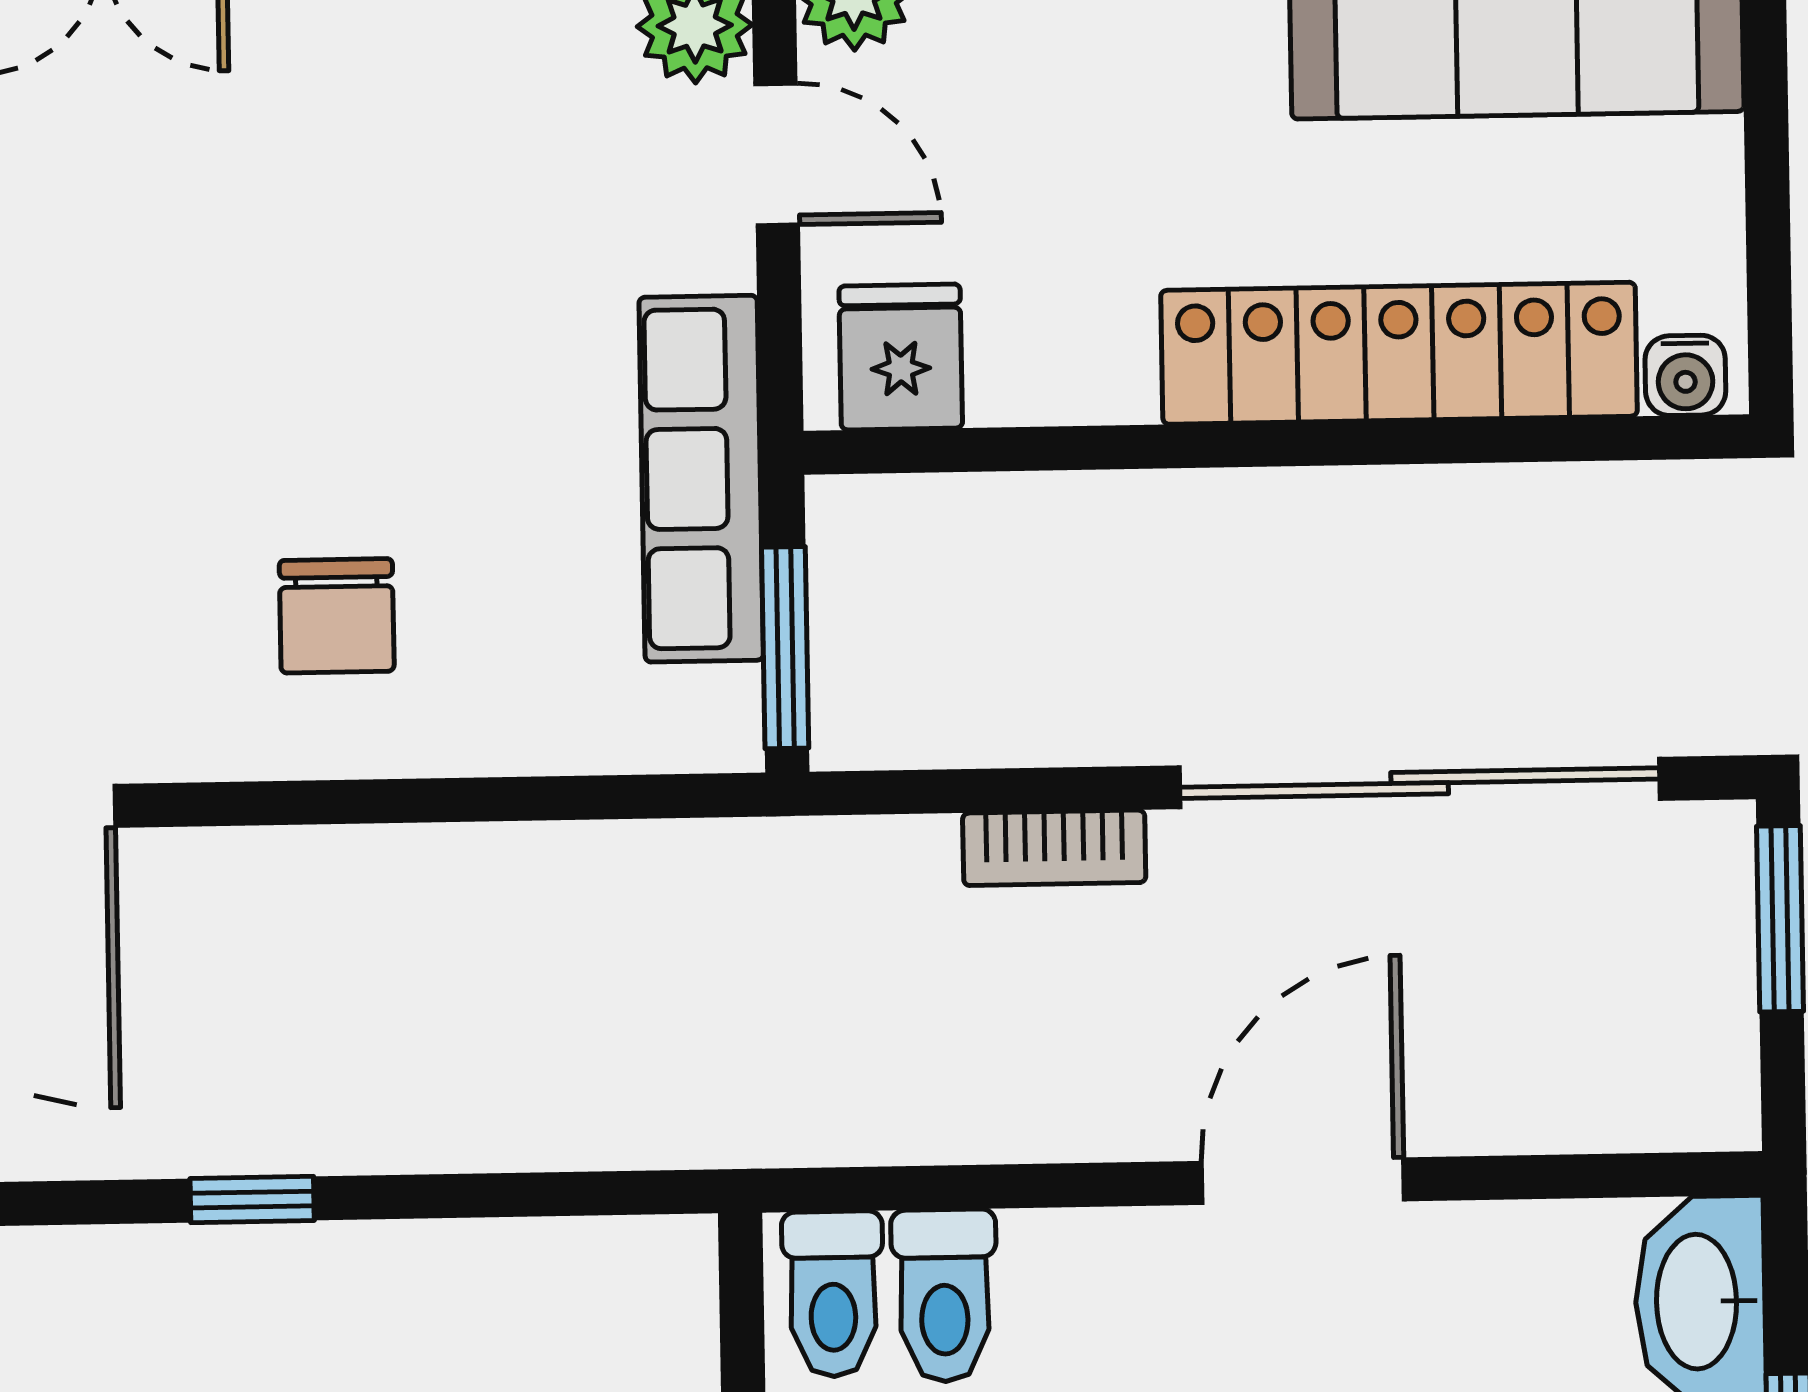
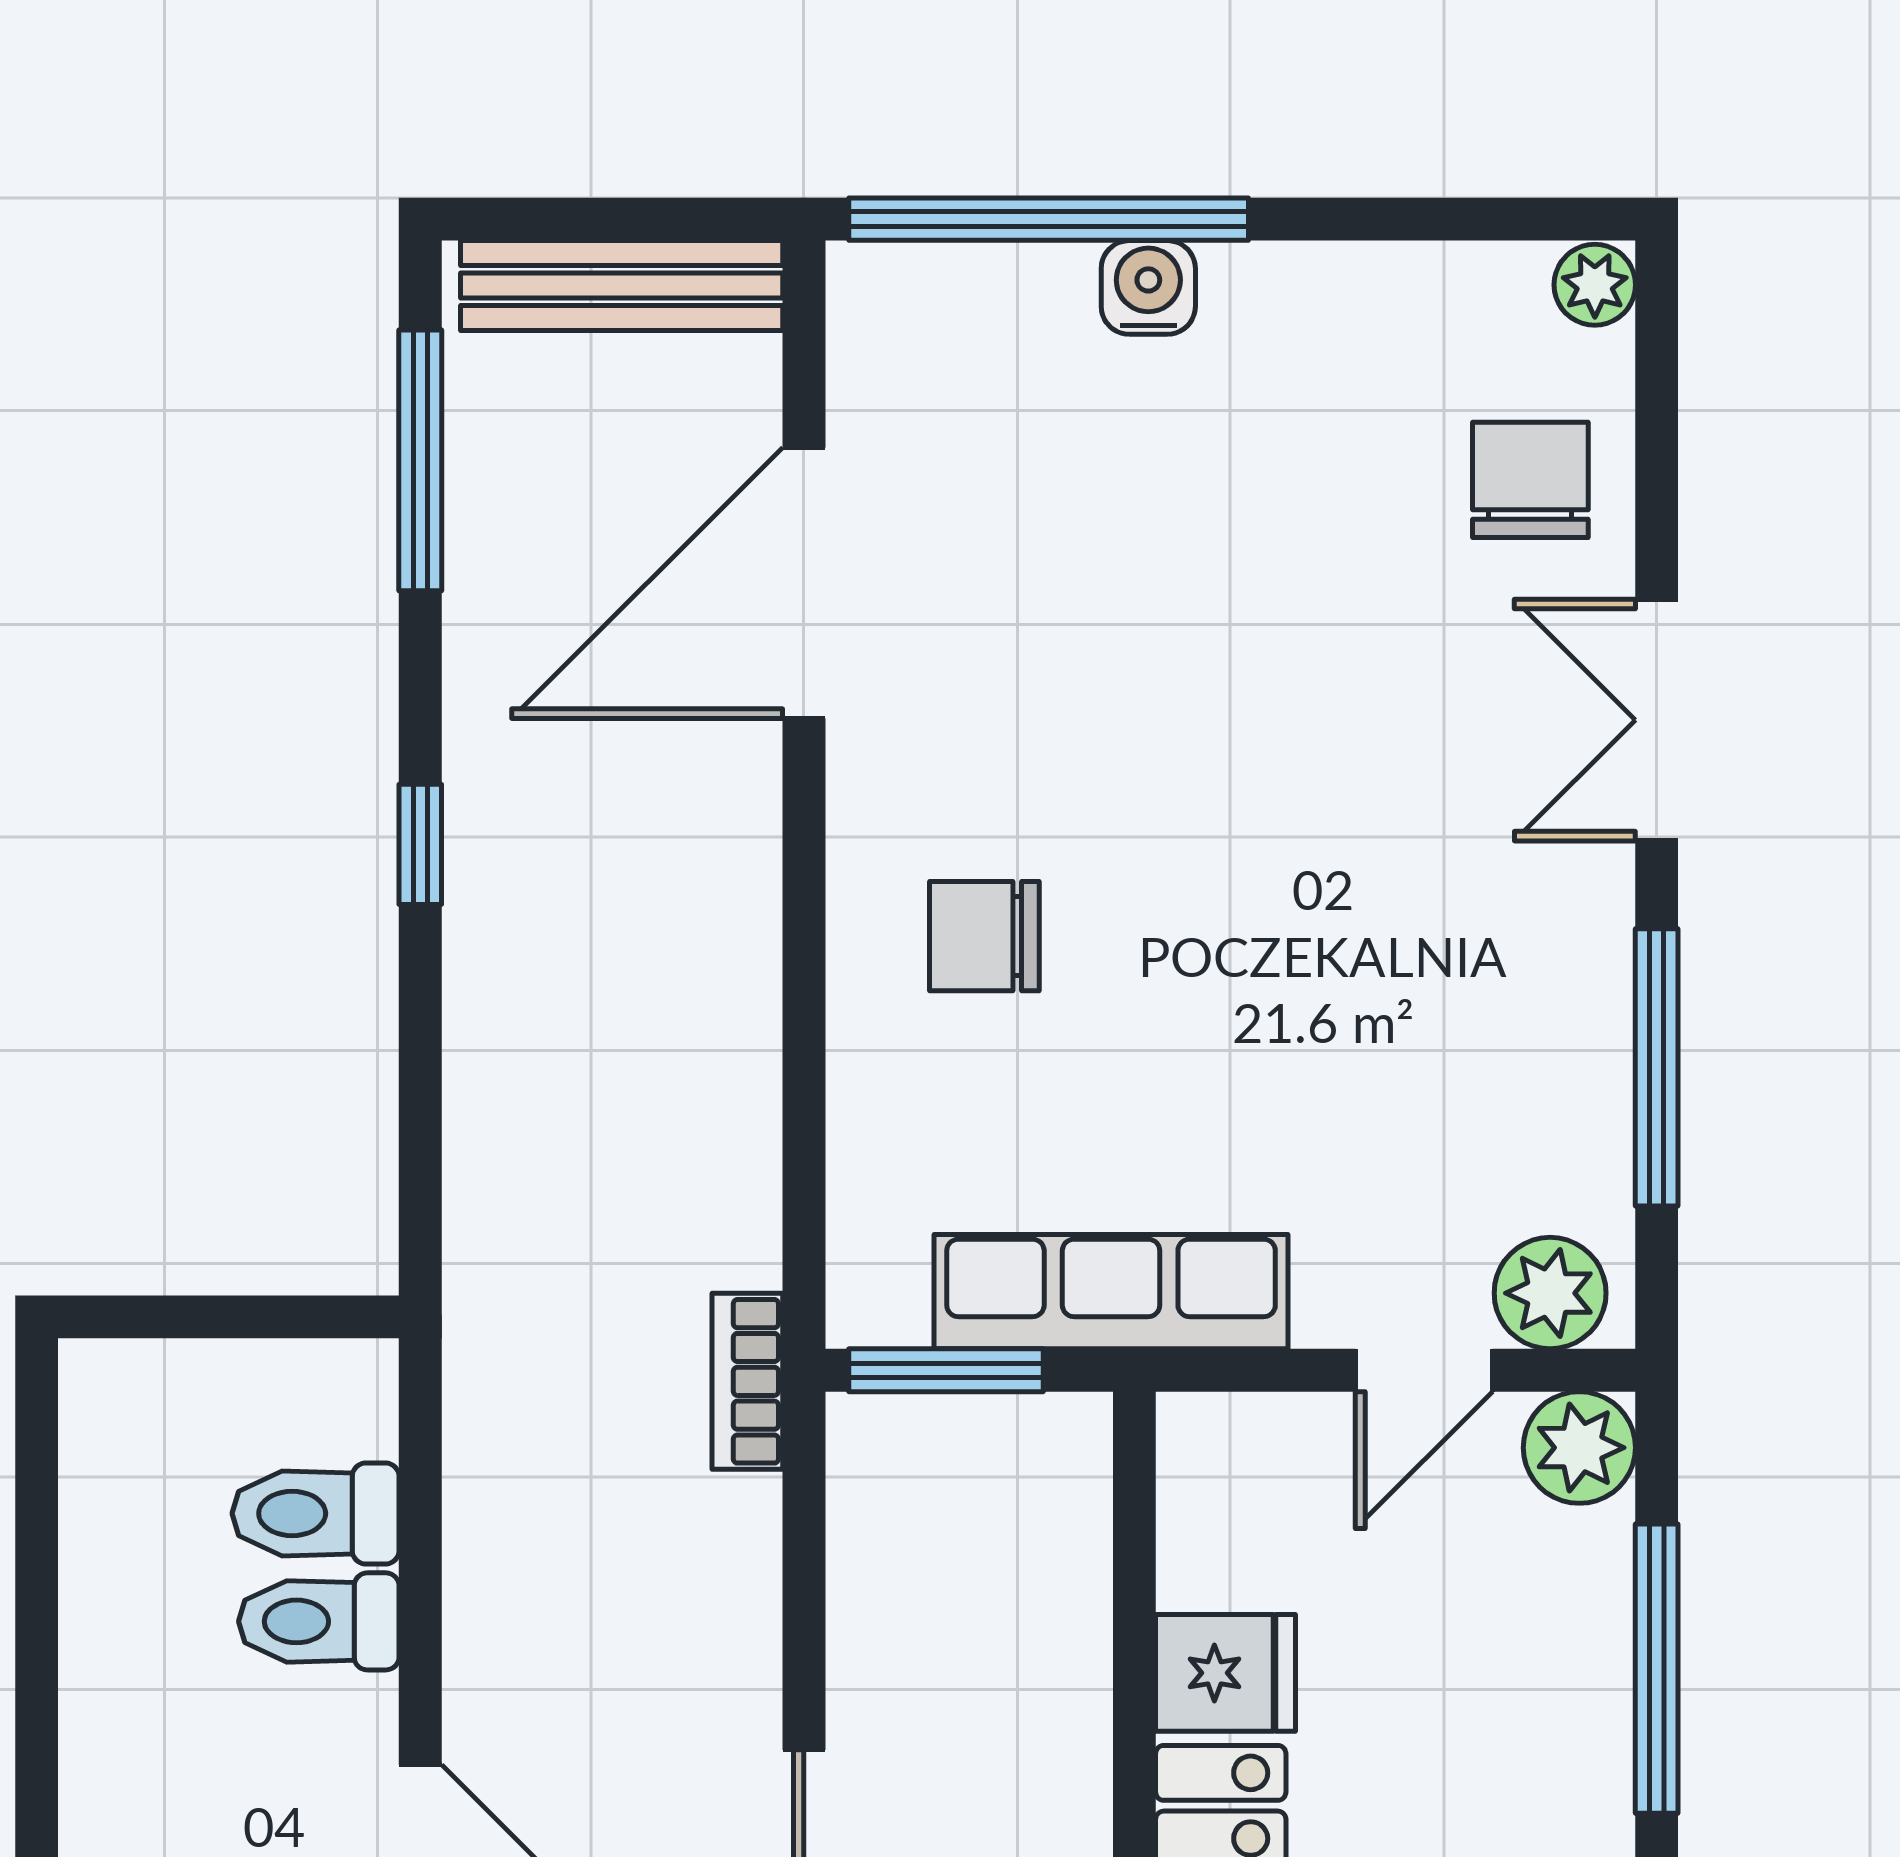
fridge: (901, 357) -> (1226, 1673), moved
bookcase: (1054, 848) -> (747, 1381), moved
toilet: (833, 1294) -> (319, 1621), moved

